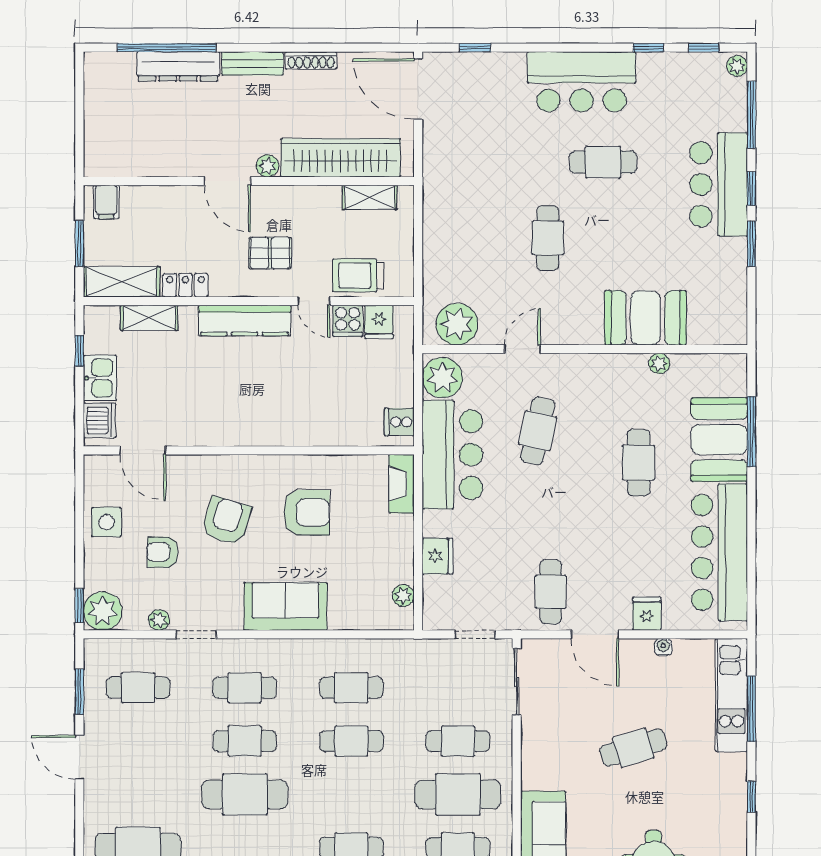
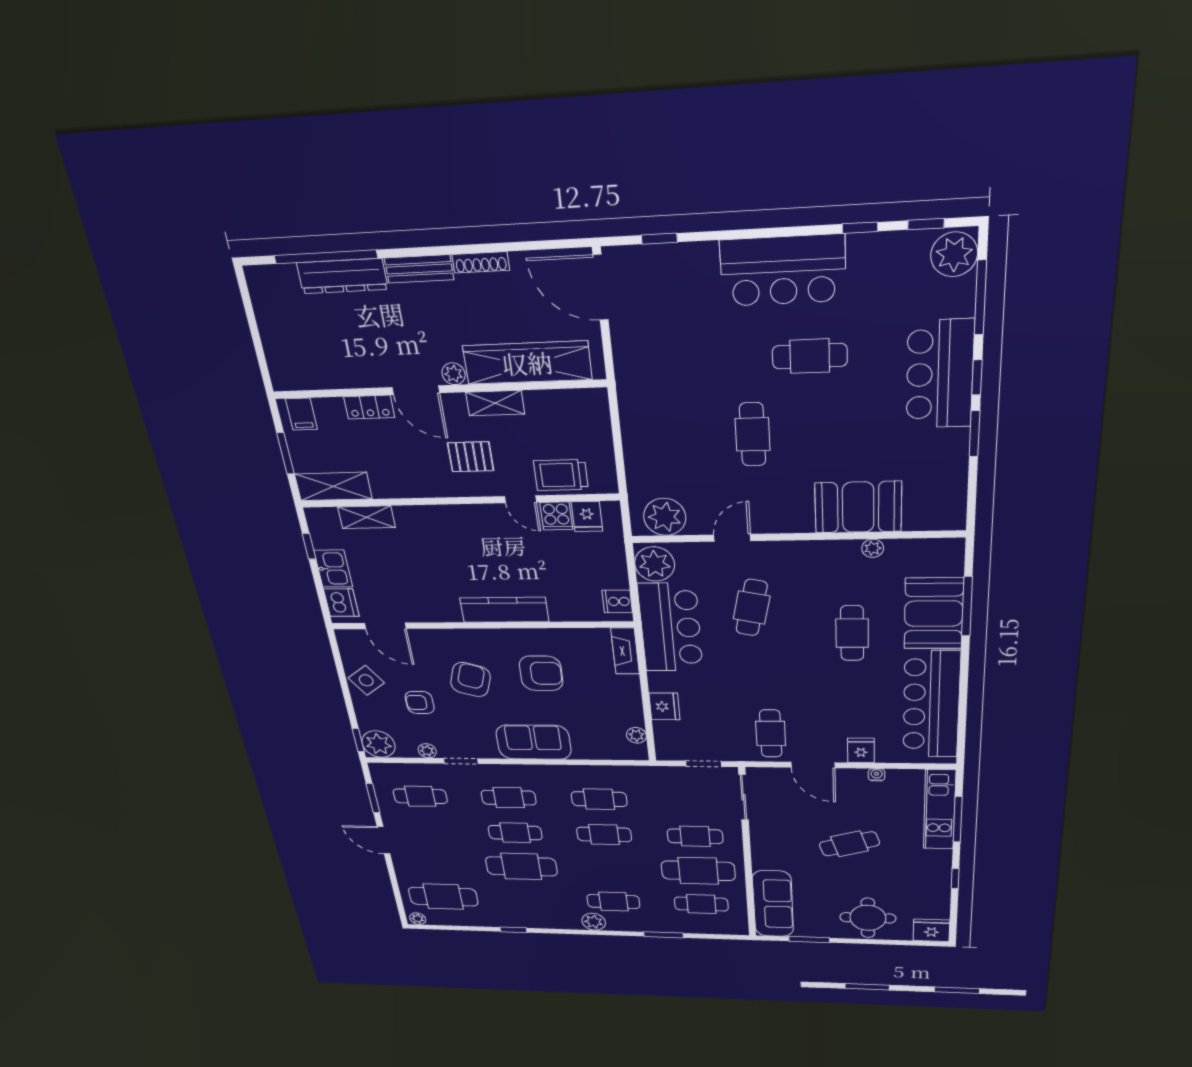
plant: (737, 66) -> (954, 254), width x1.88, depth x1.88
shelving: (370, 197) -> (495, 403), moved
locker: (185, 285) -> (369, 407), moved, turned 180
kitchen counter: (245, 320) -> (504, 610), moved, turned 180
side table: (106, 522) -> (366, 680), turned -36

